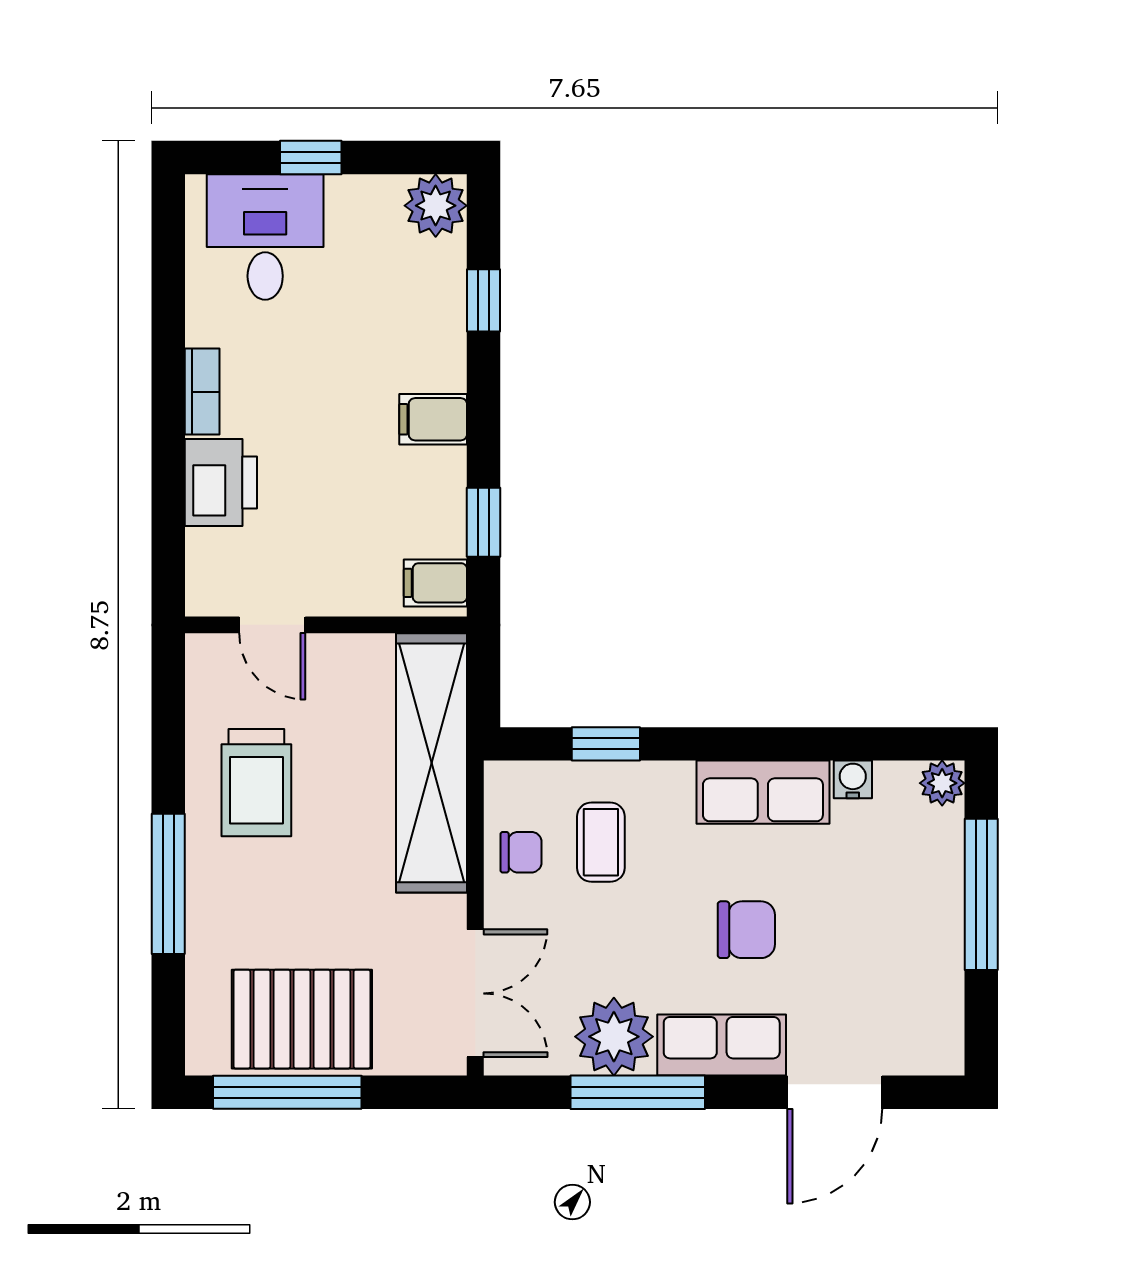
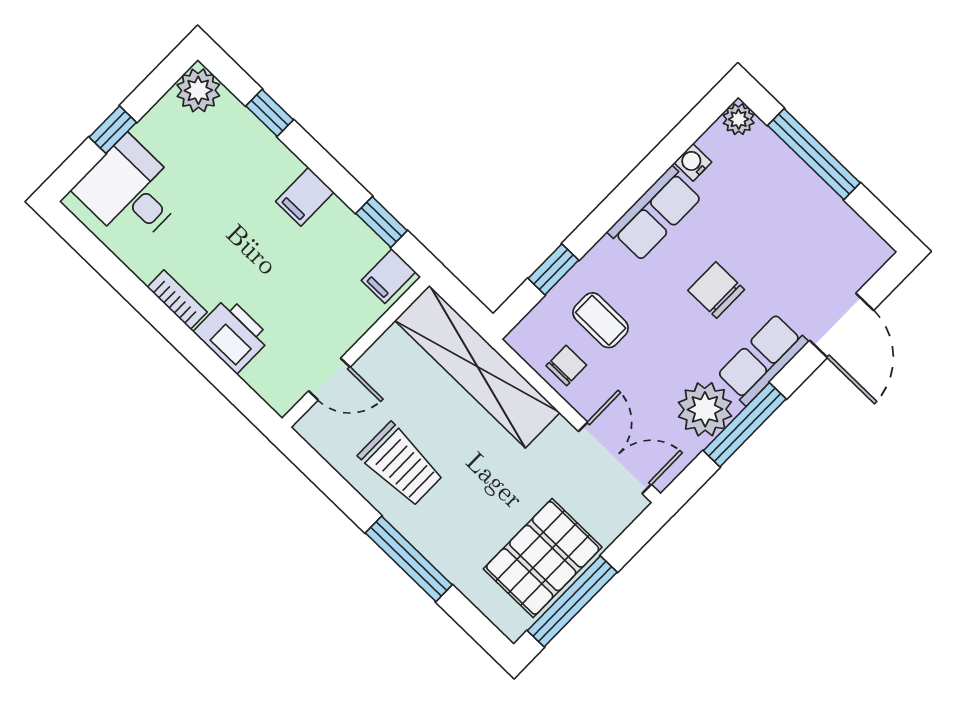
chair: (746, 930) -> (716, 290), turned -90

